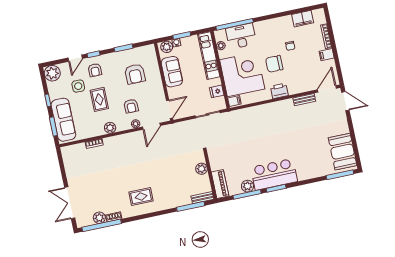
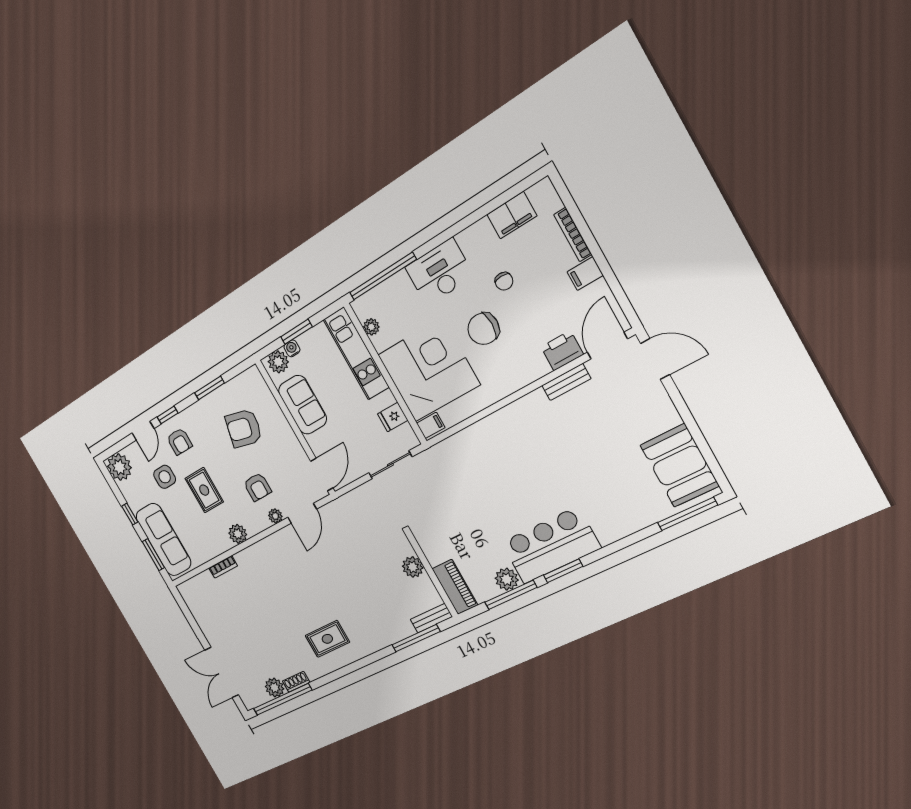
desk: (241, 36) -> (439, 272), moved
armchair: (135, 74) -> (244, 428), turned 104
printer: (279, 91) -> (562, 351), moved

